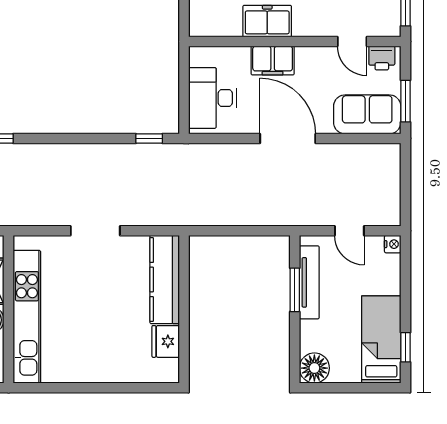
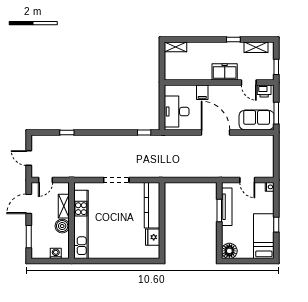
freezer: (267, 21) -> (225, 72), moved
filing cabinet: (273, 61) -> (202, 92), width x0.50
window: (405, 347) -> (276, 225), moved

